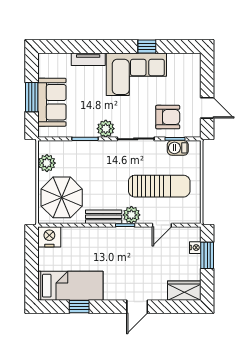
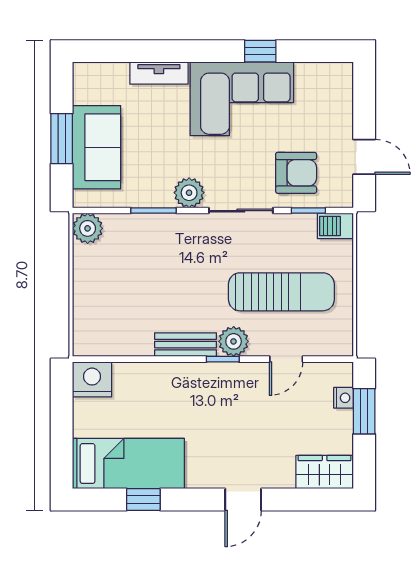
barbecue: (178, 148) -> (335, 226), moved
plant: (47, 163) -> (88, 228), moved
parasol: (62, 197) -> (113, 311), removed

